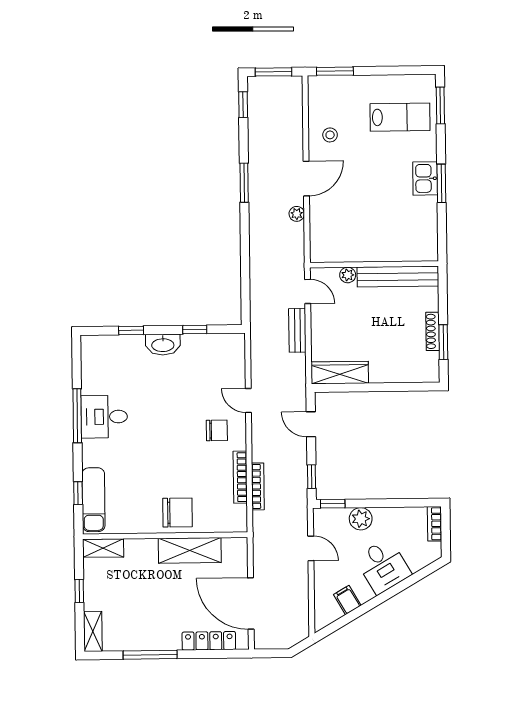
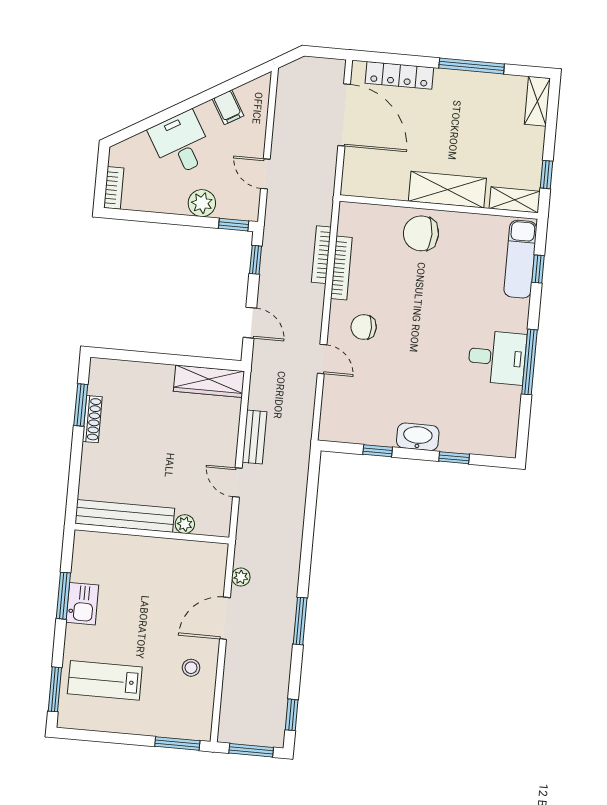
wall: (374, 264) -> (152, 534), moved
plant: (348, 275) -> (185, 524), moved
bench: (398, 277) -> (125, 516), moved
shelving: (190, 550) -> (447, 190), moved
window: (79, 591) -> (547, 175), moved

